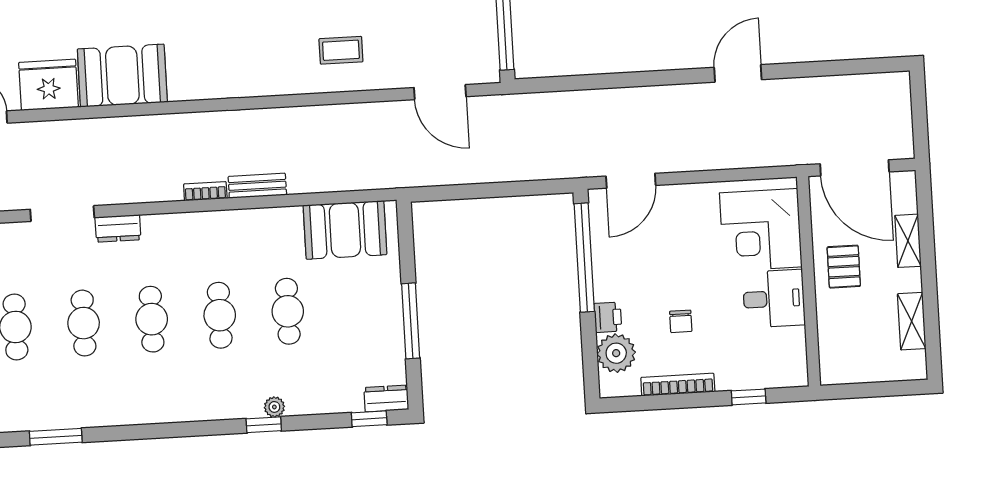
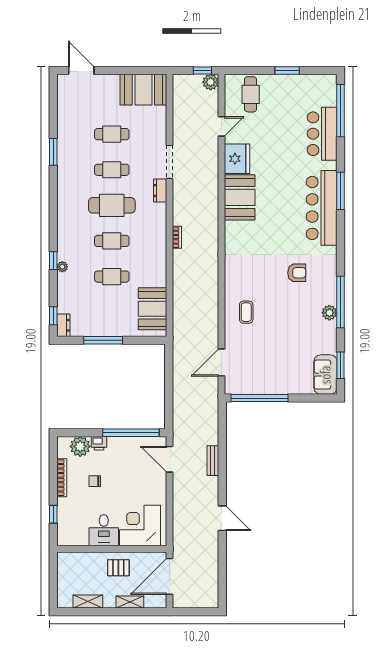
bench: (257, 186) -> (213, 461), moved
cafe table: (152, 319) -> (112, 205), width x1.37, depth x1.35

